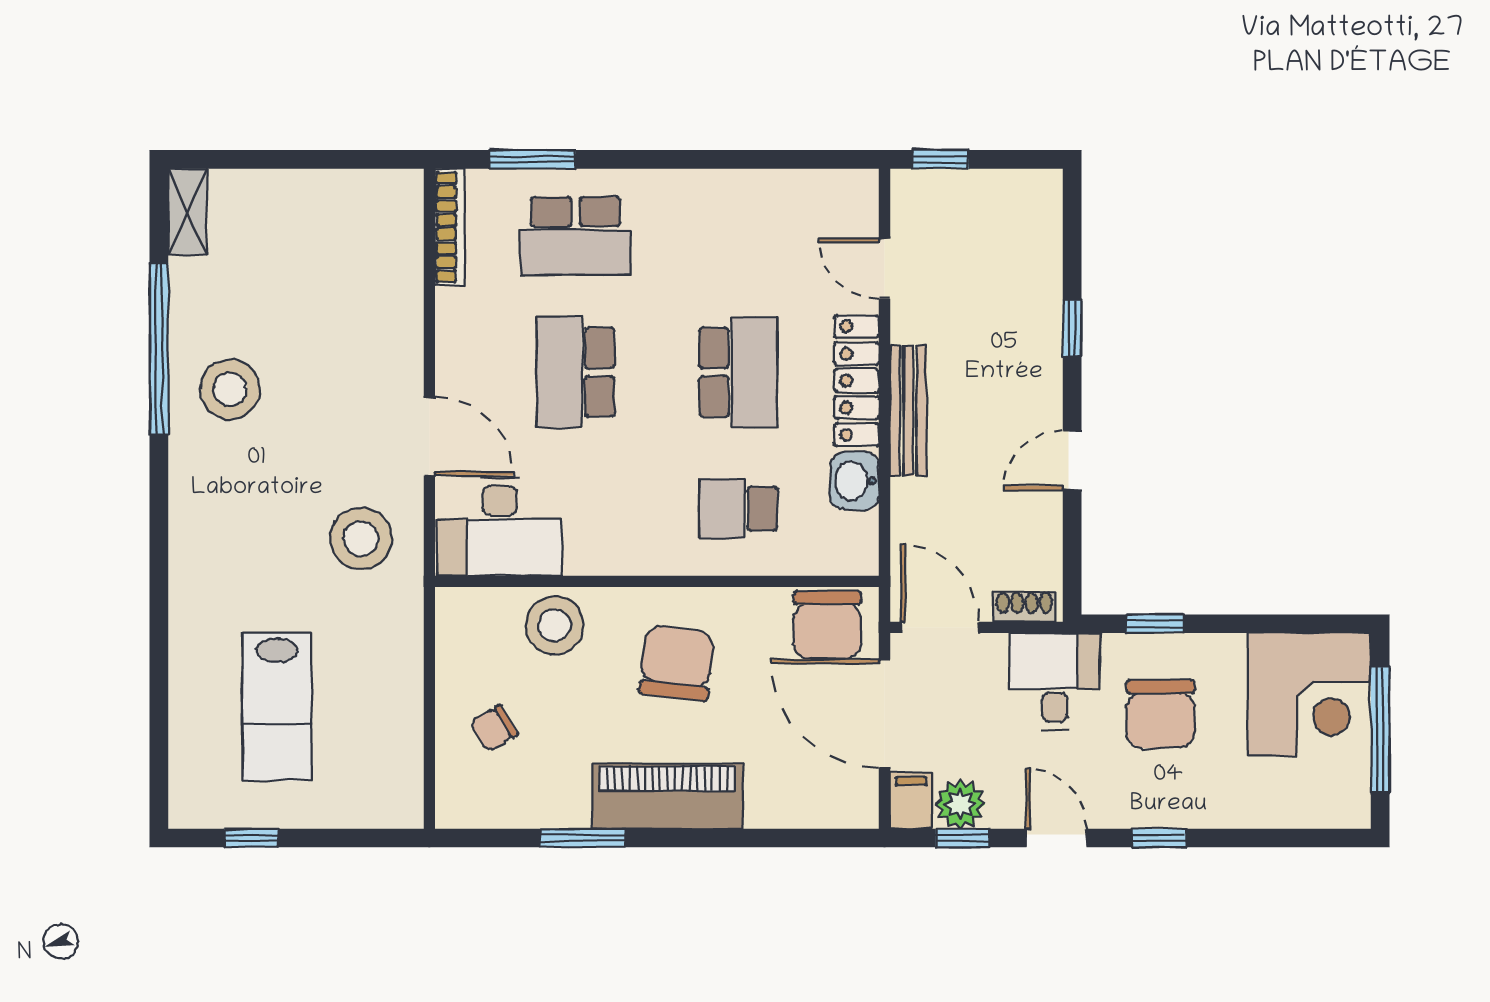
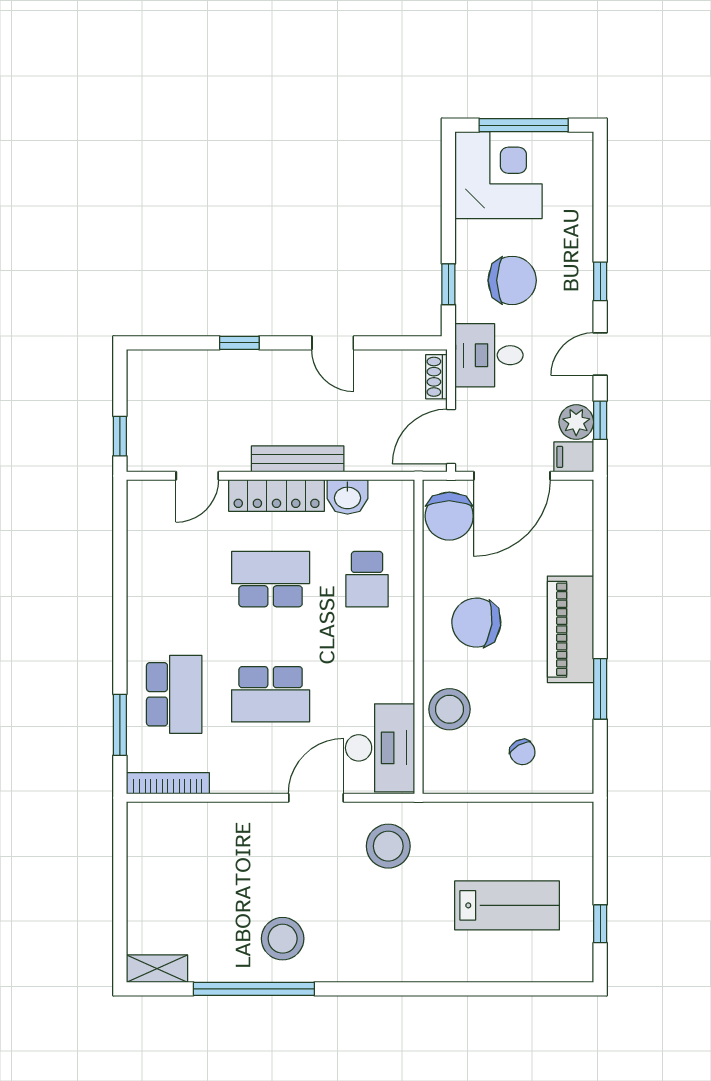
chair: (827, 625) -> (449, 516), turned 90

